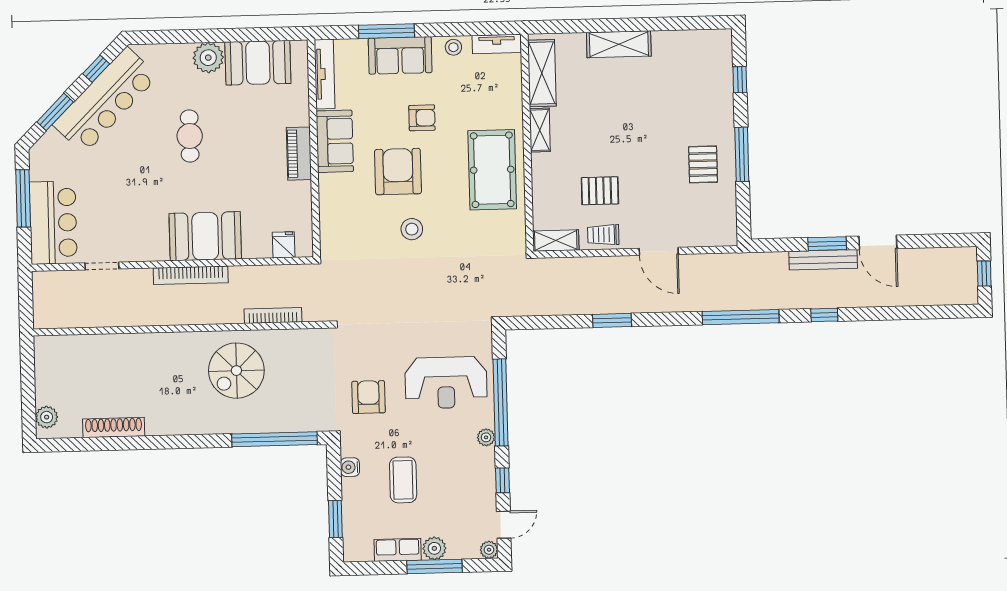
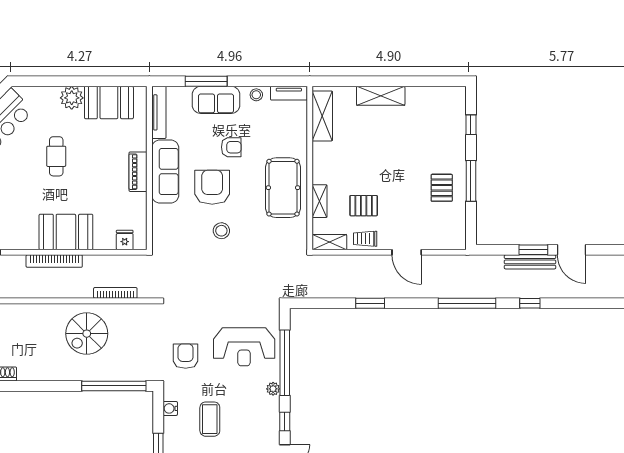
shelving: (540, 130) -> (320, 201), moved
sofa: (335, 141) -> (165, 171), width x1.36

